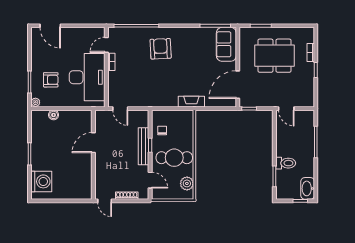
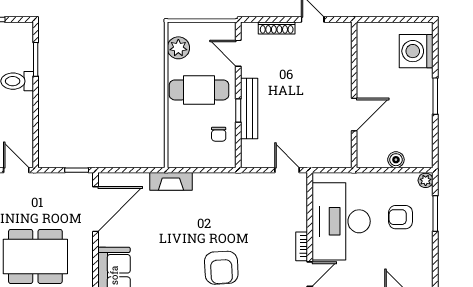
door: (93, 143) -> (354, 114), moved
wall: (93, 155) -> (354, 95), moved

